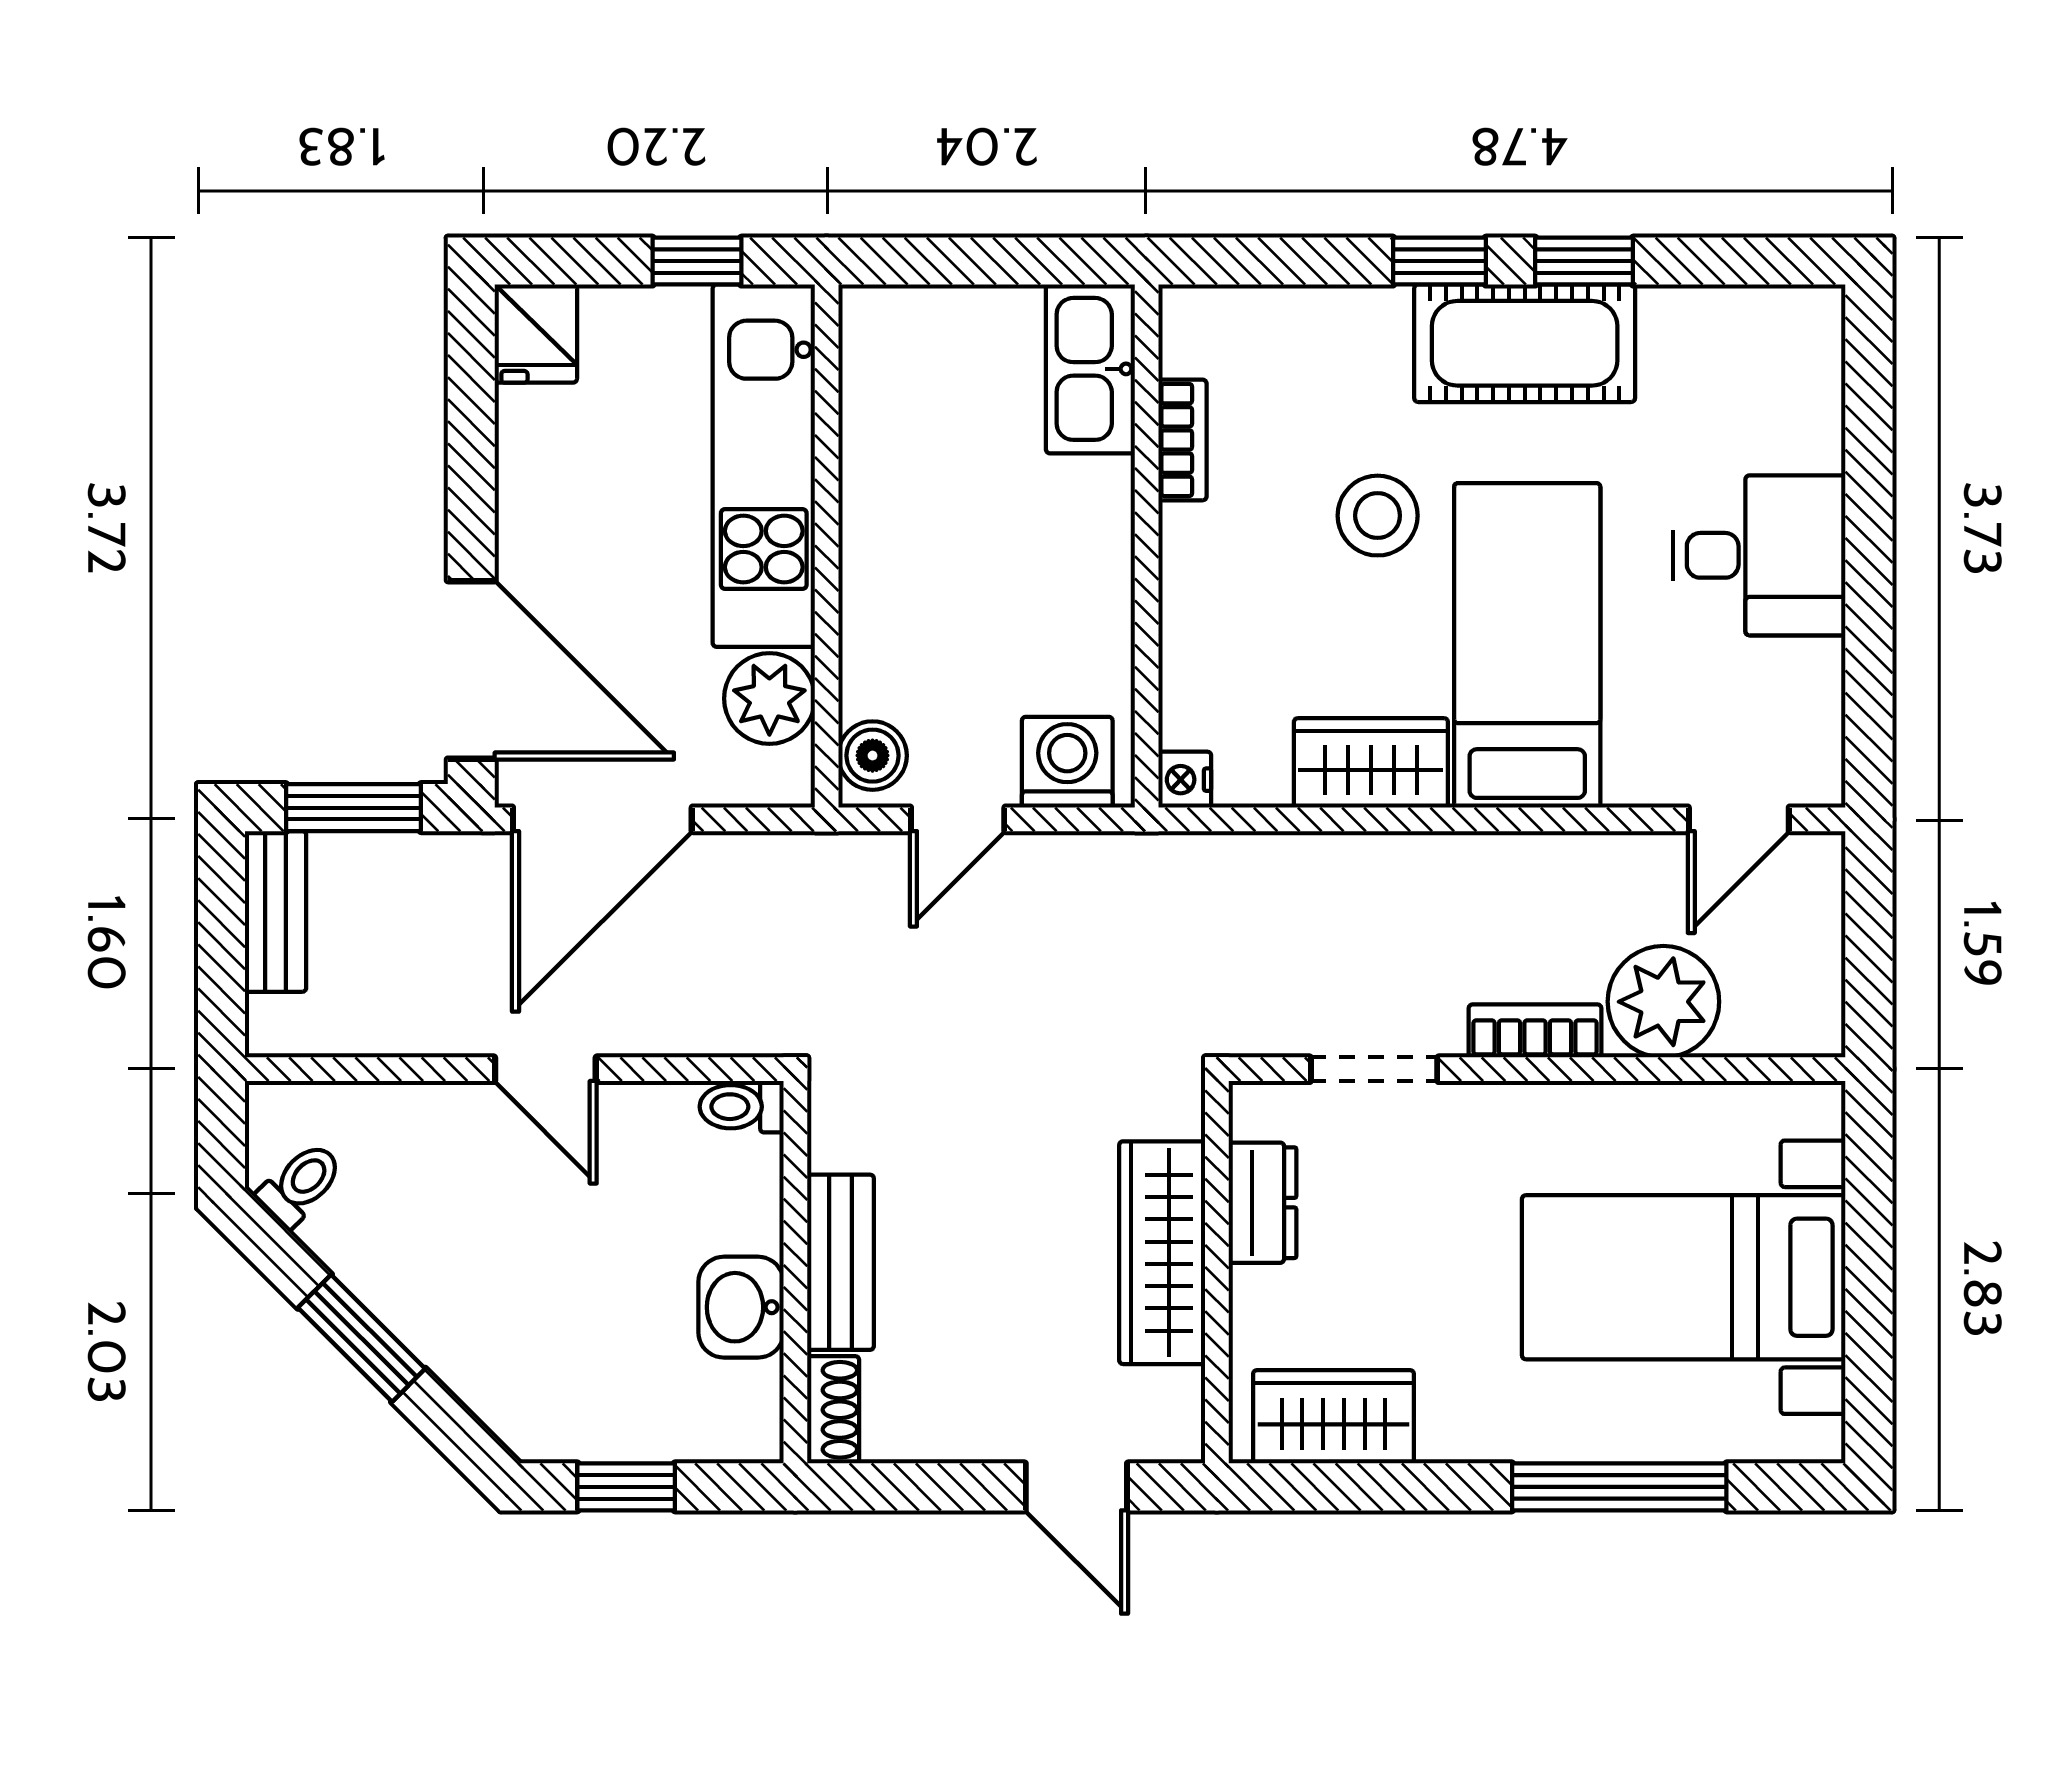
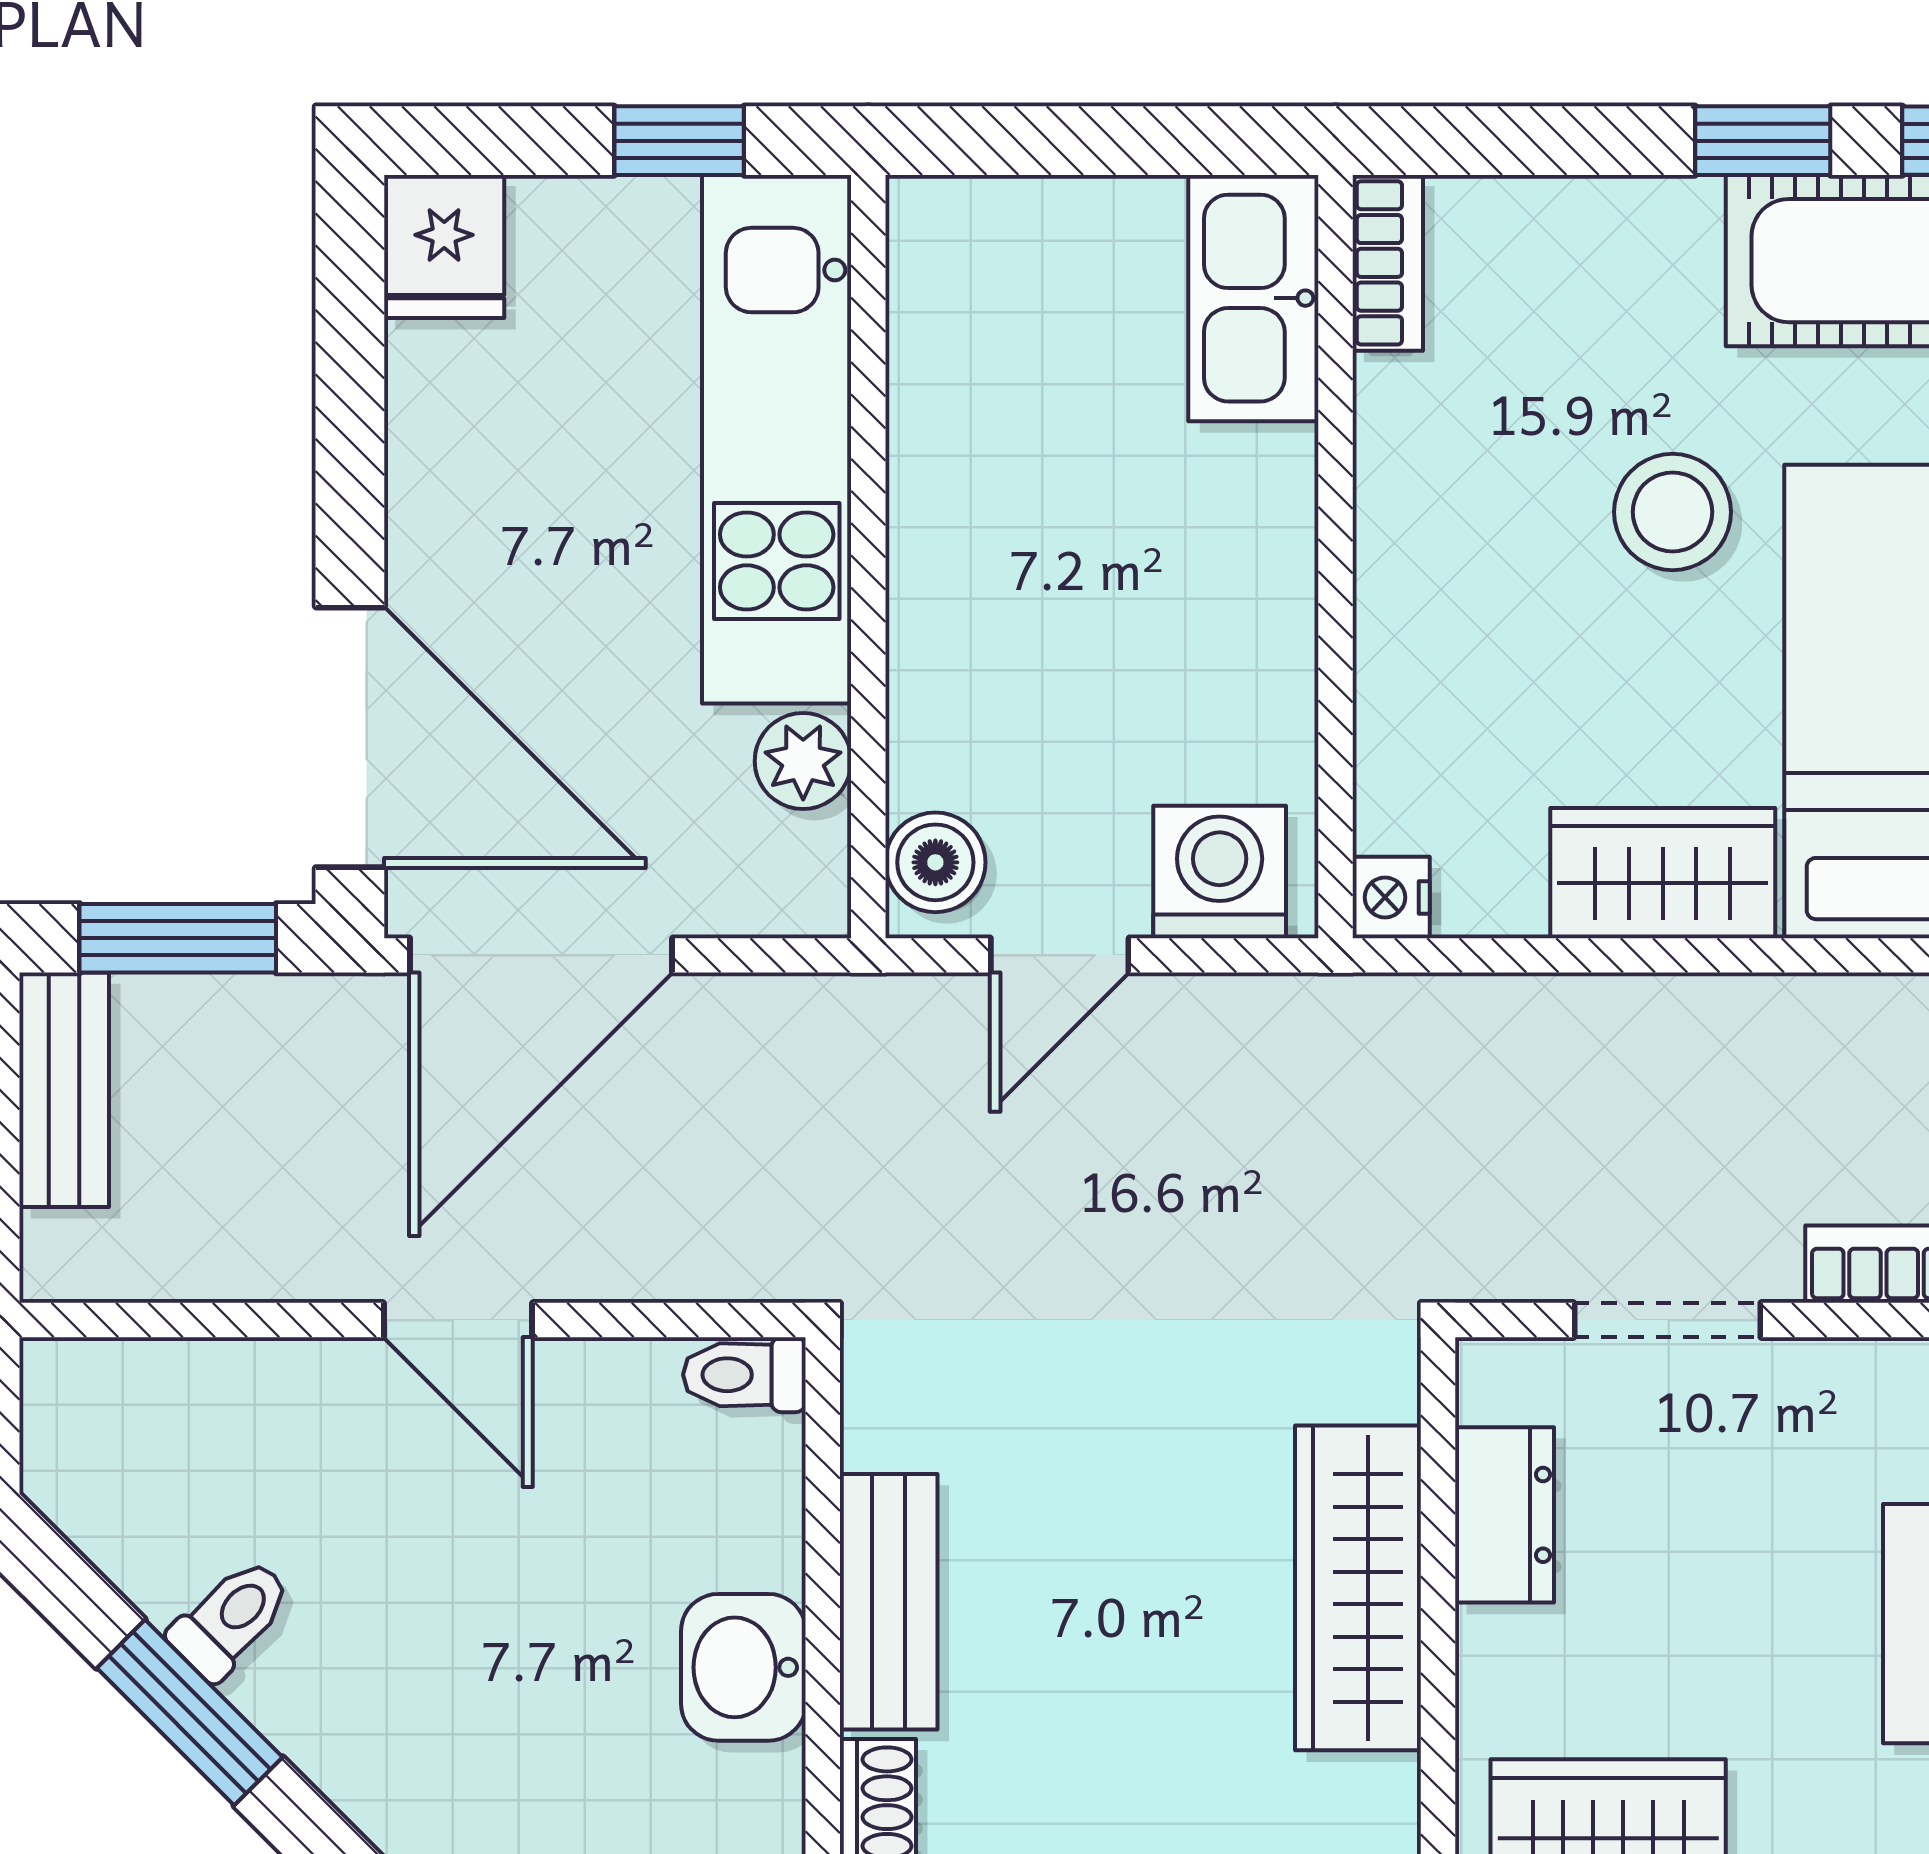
bookcase: (1182, 440) -> (1388, 263), moved
plant: (769, 699) -> (803, 761), width x0.73, depth x0.73
toilet: (300, 1184) -> (231, 1619), moved

